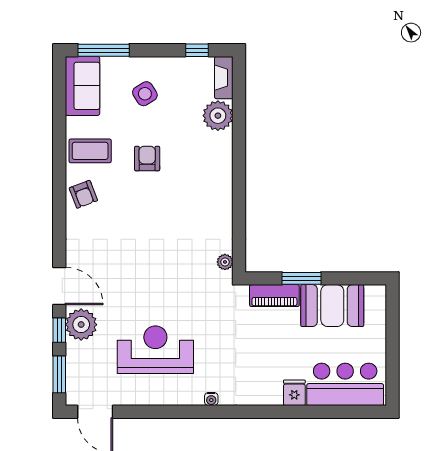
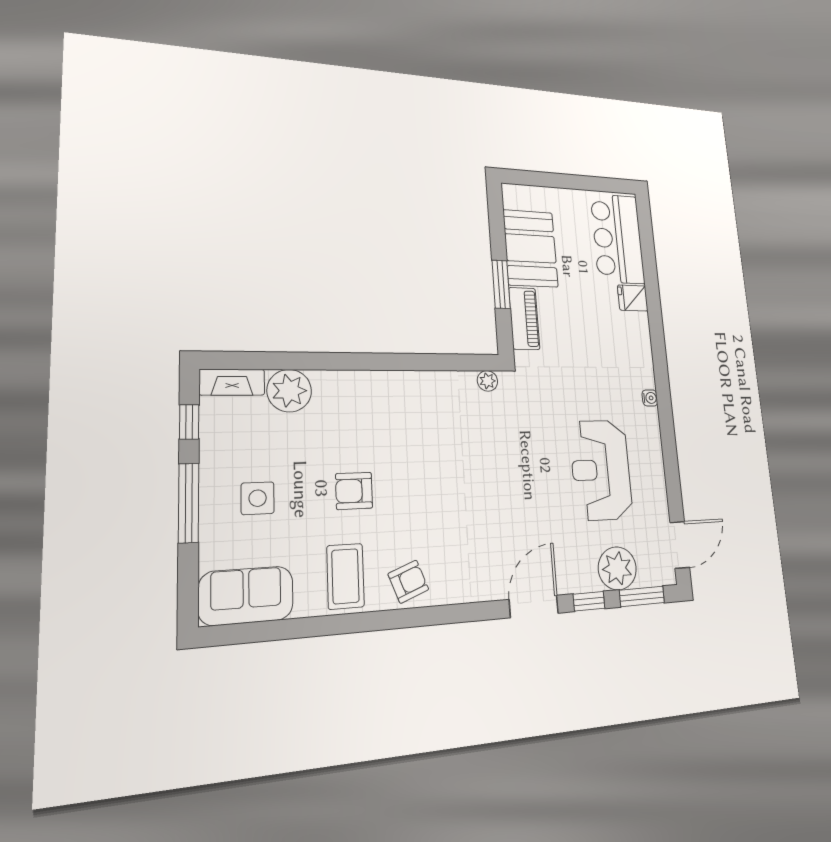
window: (104, 50) -> (189, 503), moved
side table: (145, 94) -> (258, 498), turned 32
plant: (81, 325) -> (617, 568), moved

